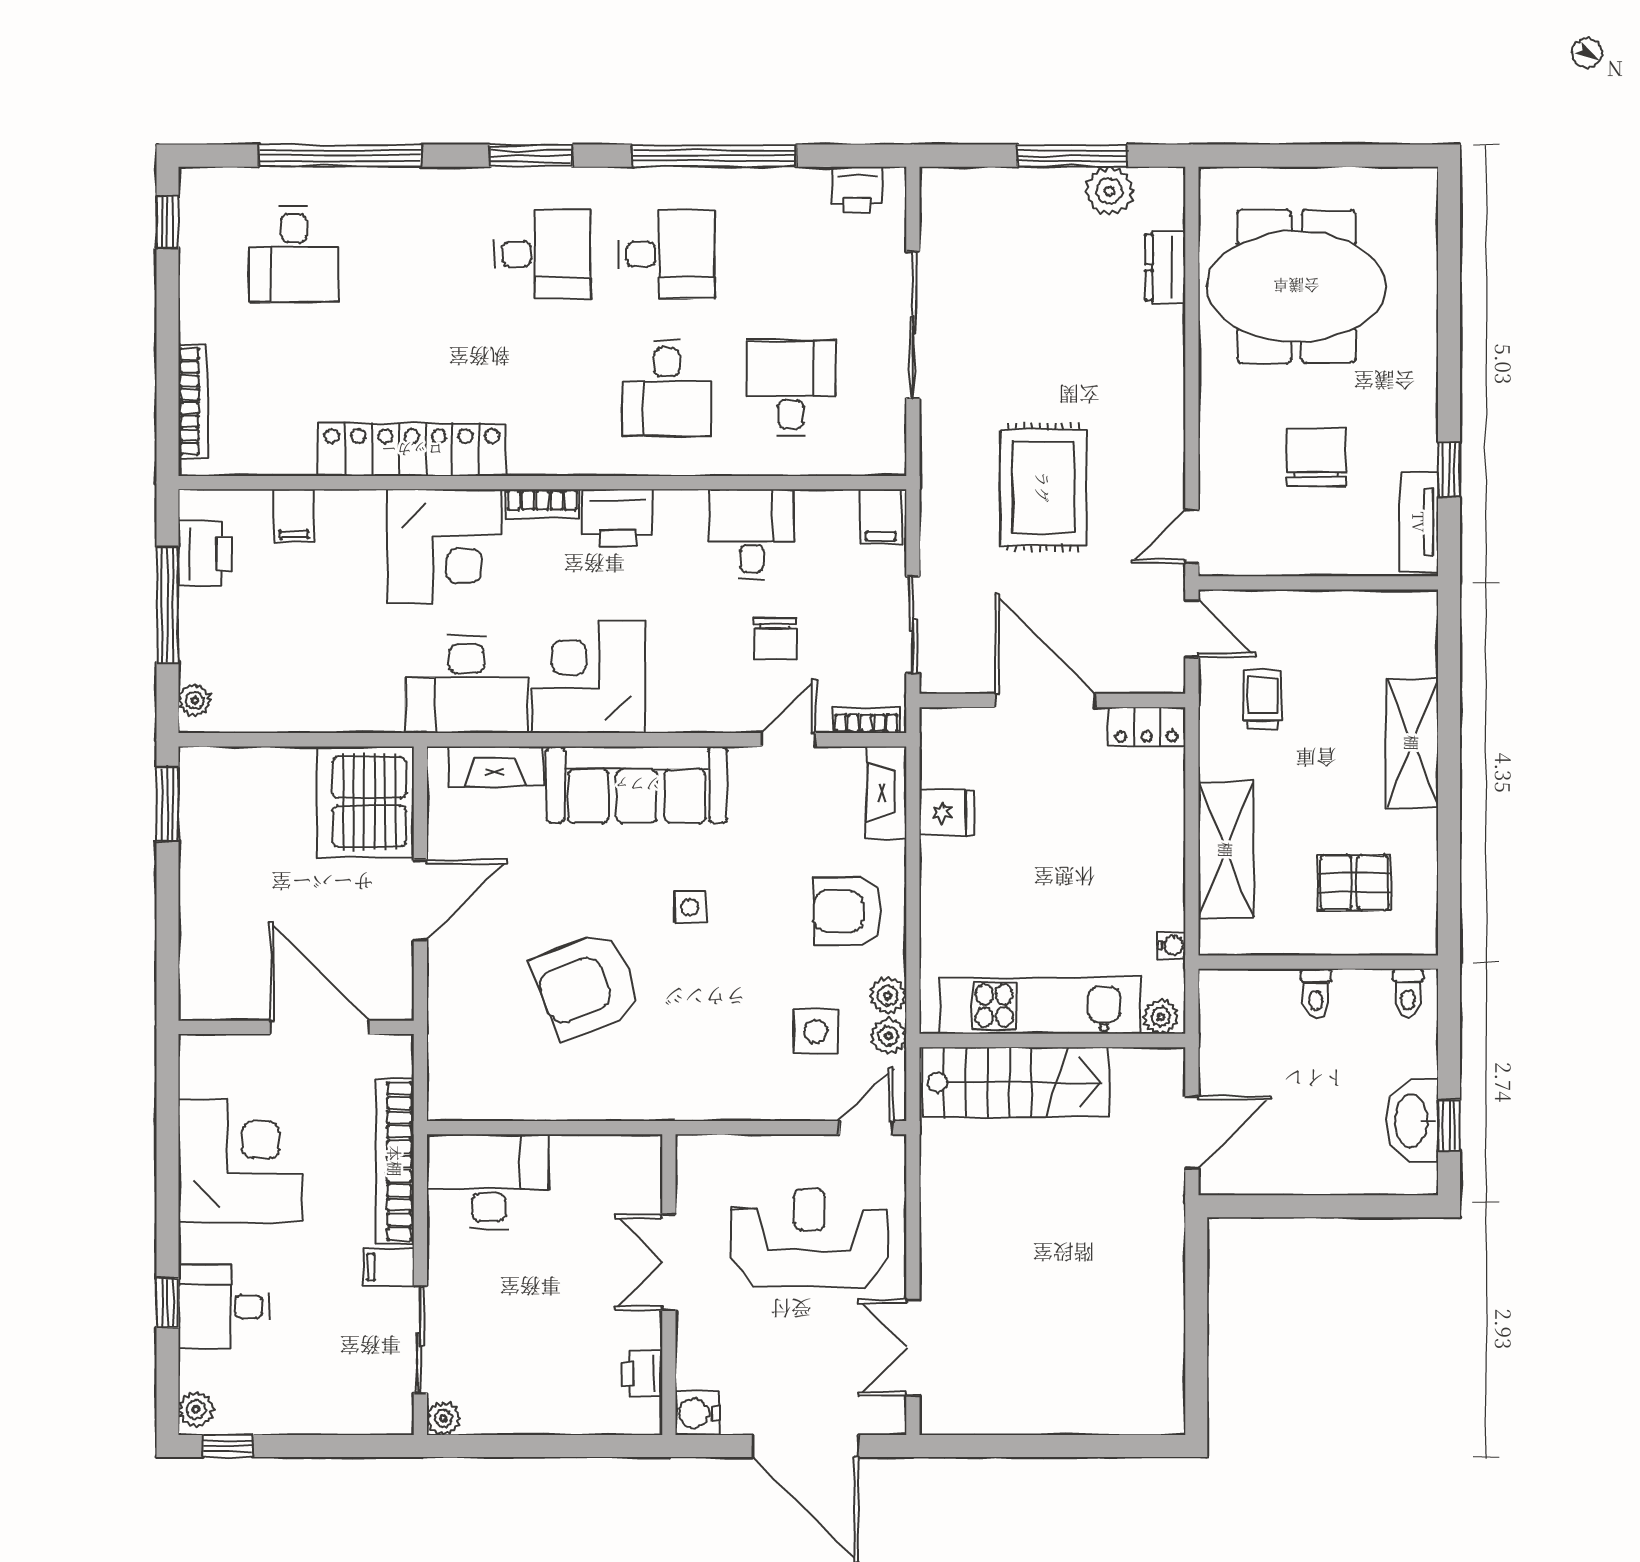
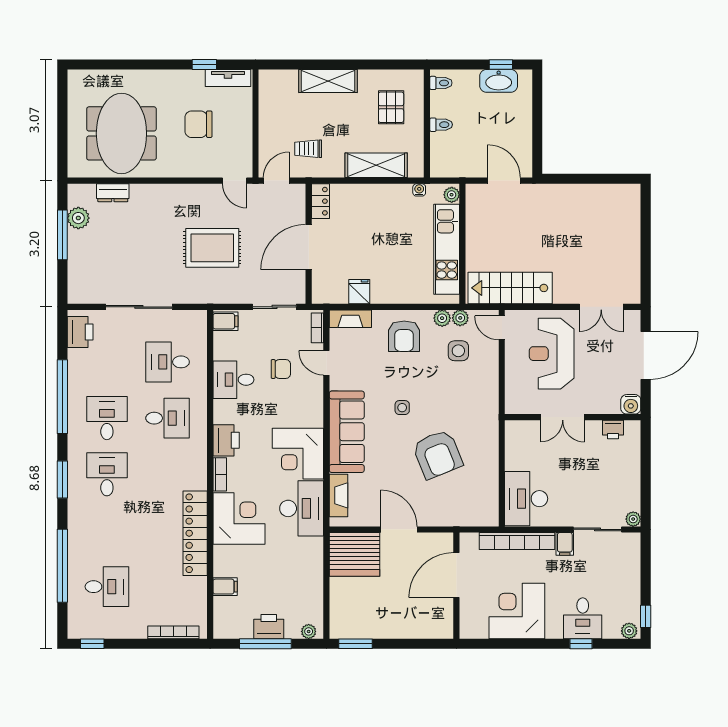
printer: (857, 189) -> (80, 332), width x1.36, depth x1.24
printer: (205, 554) -> (269, 627), moved
stairs: (1015, 1082) -> (510, 288), moved, turned -90

